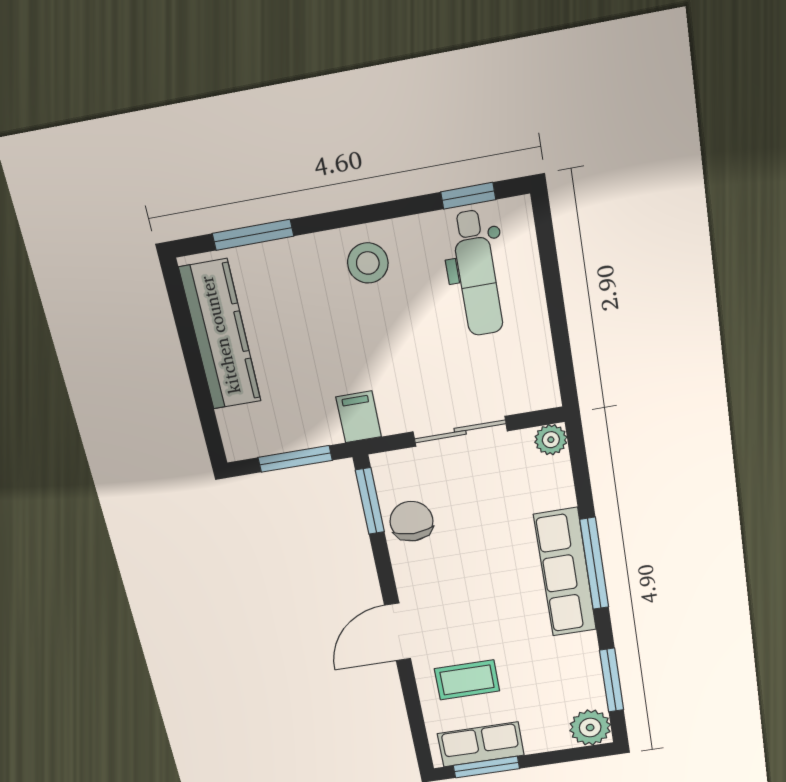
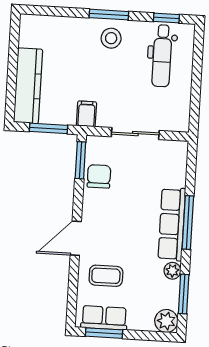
window: (253, 235) -> (109, 15), moved
kitchen counter: (220, 335) -> (28, 86), moved
plant: (551, 440) -> (172, 271), moved

